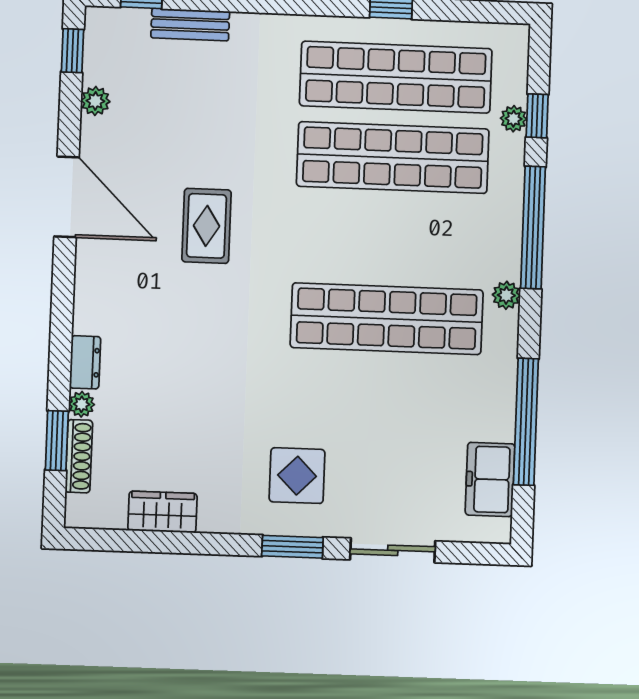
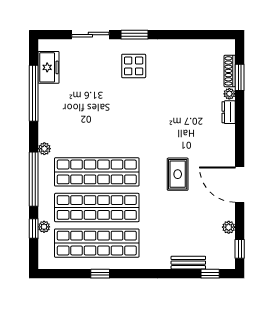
shop shelf: (387, 319) -> (97, 172), moved
wardrobe: (162, 512) -> (192, 48), removed

